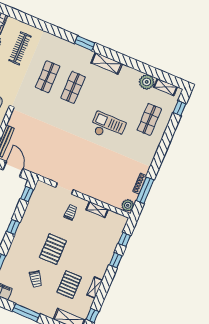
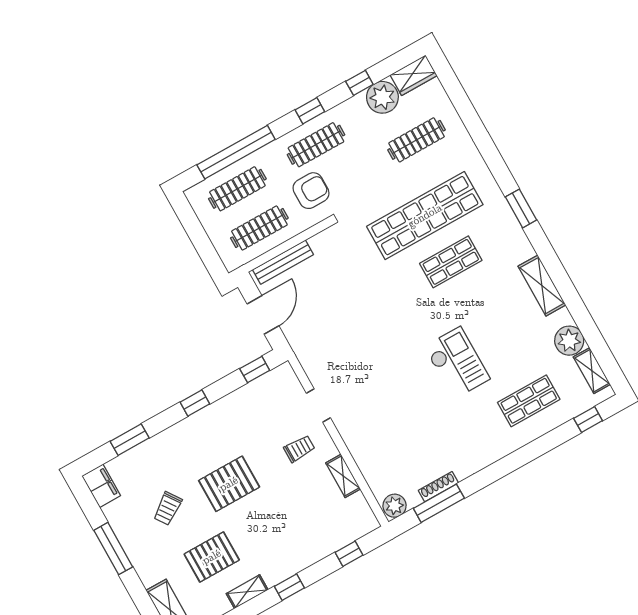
shelving: (107, 63) -> (542, 286), moved
shop shelf: (48, 77) -> (425, 216), width x2.00, depth x1.36
window: (116, 260) -> (289, 587), moved

